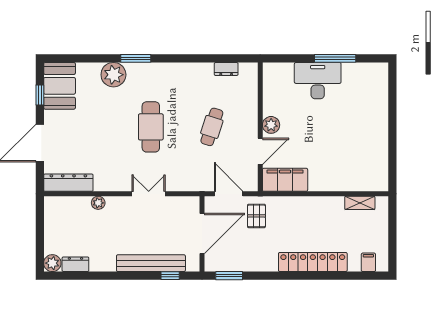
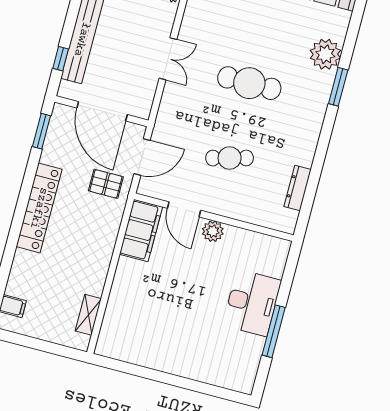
dresser: (226, 69) -> (298, 188), width x1.44
cafe table: (212, 127) -> (230, 158), turned -33
locker: (313, 262) -> (39, 208), moved

